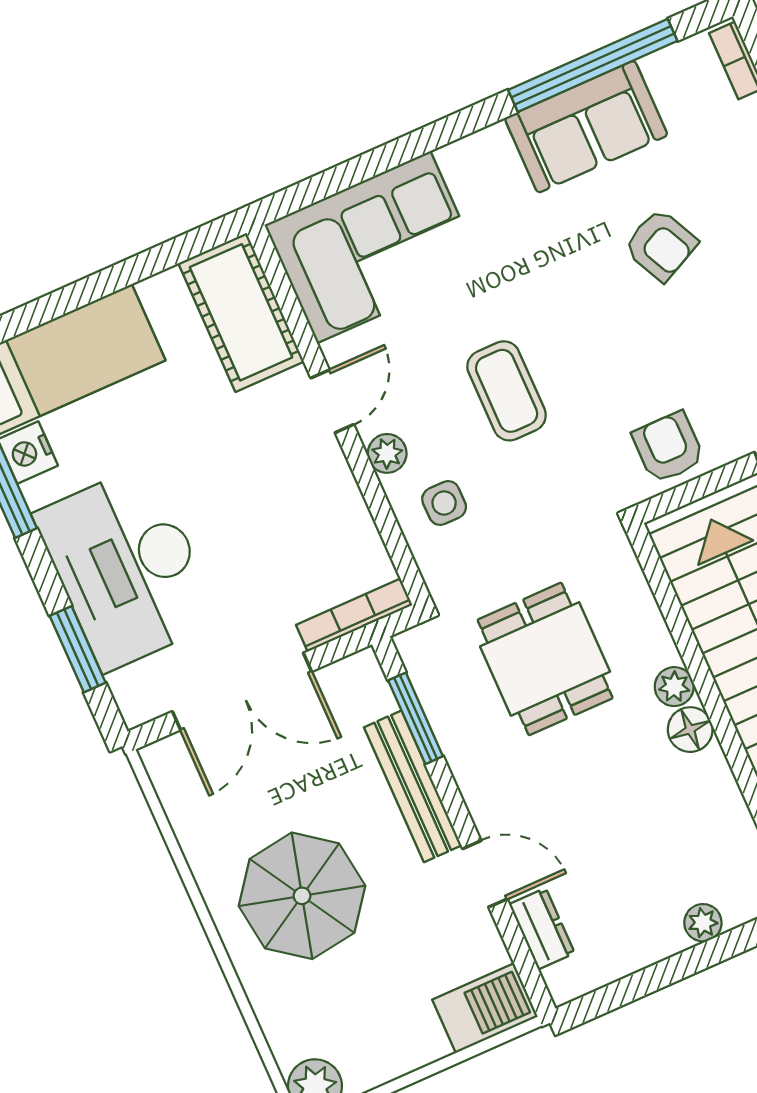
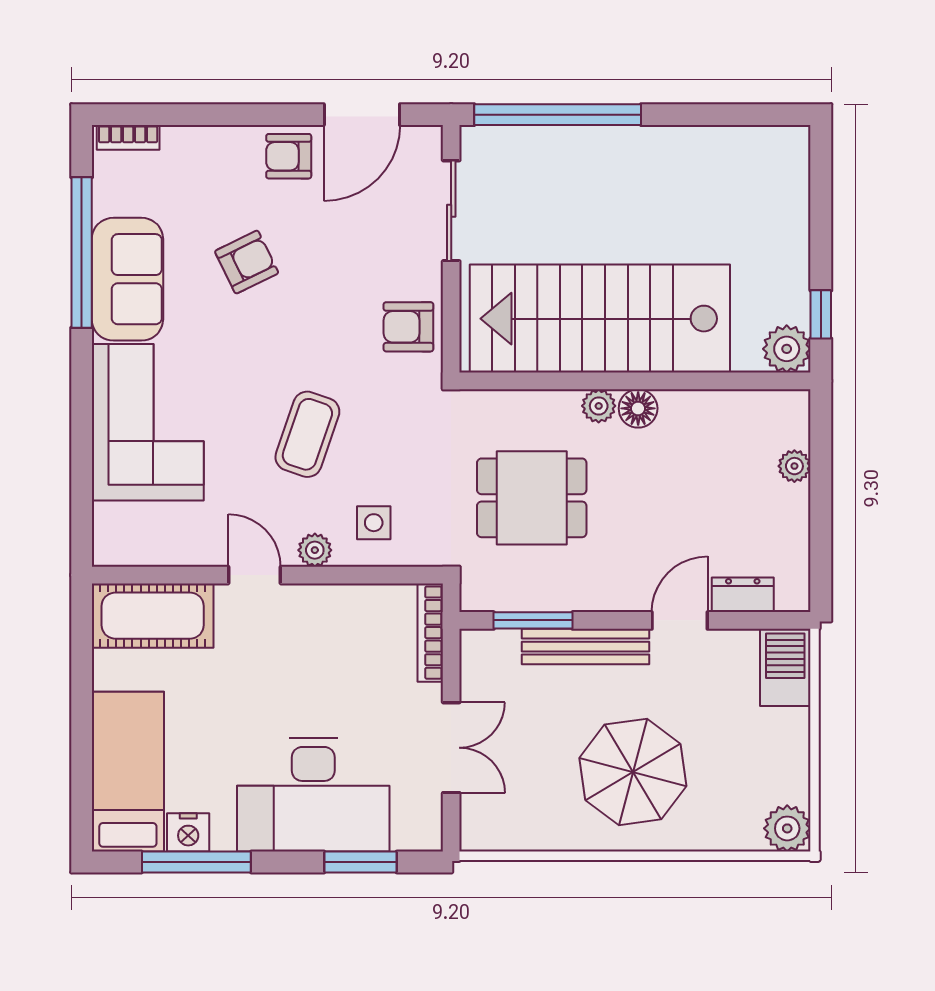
corner sofa: (374, 247) -> (148, 422), moved
coffee table: (507, 391) -> (307, 434), turned -71
double door: (242, 692) -> (451, 748), width x0.73

